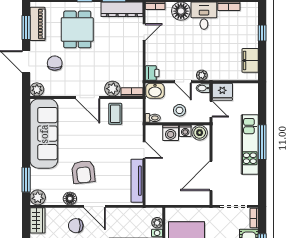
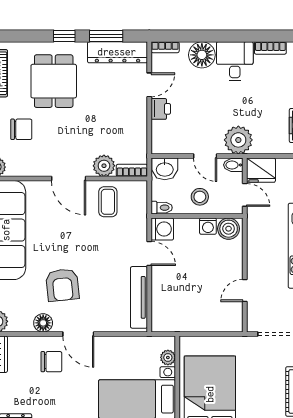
chair: (55, 63) -> (21, 129), turned 90
printer: (152, 73) -> (161, 109), moved
plant: (202, 75) -> (238, 140), width x1.87, depth x1.87
washing machine: (171, 133) -> (162, 229), moved, turned -90
door: (211, 176) -> (245, 290), width x0.53
chair: (76, 226) -> (51, 362), turned 180

